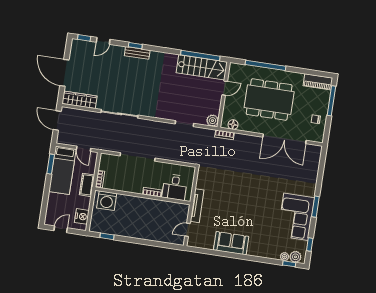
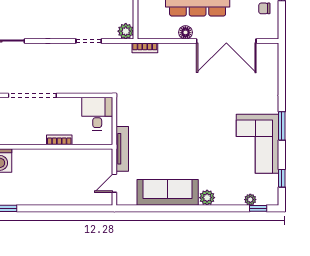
floor lamp: (233, 125) -> (185, 32), moved
desk: (175, 187) -> (97, 114), moved, turned 180
sofa: (231, 243) -> (168, 192), width x1.36
plant: (295, 257) -> (207, 198), moved

